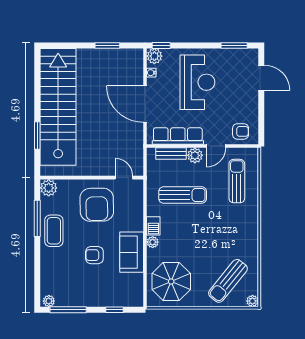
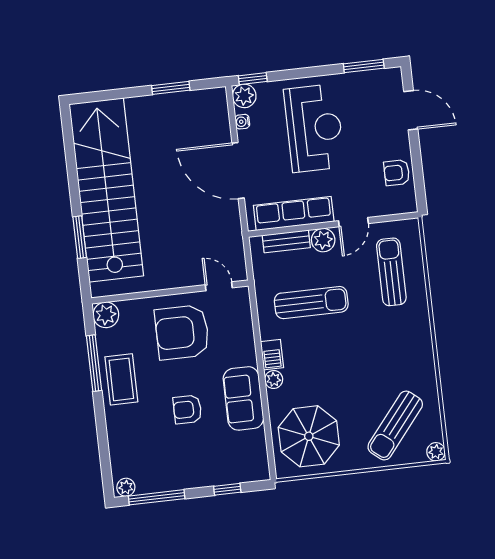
armchair: (241, 131) -> (397, 173), moved, turned 180
armchair: (97, 205) -> (182, 332), turned 91

